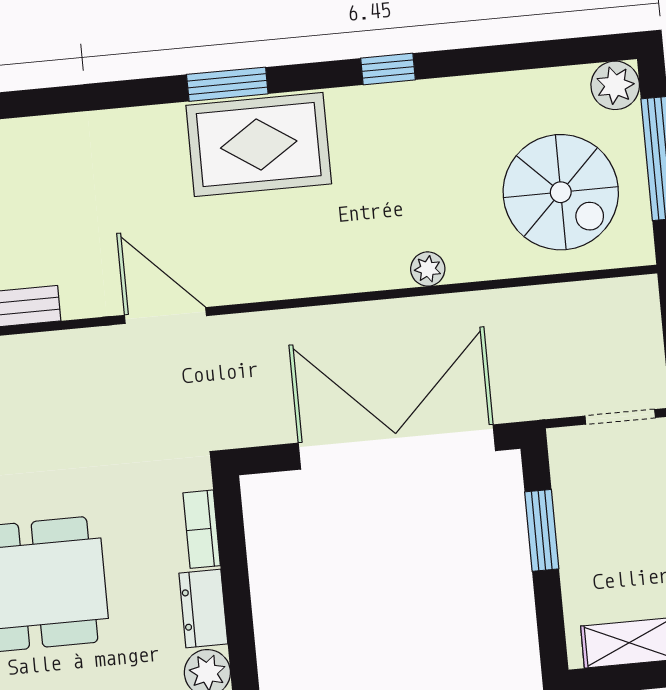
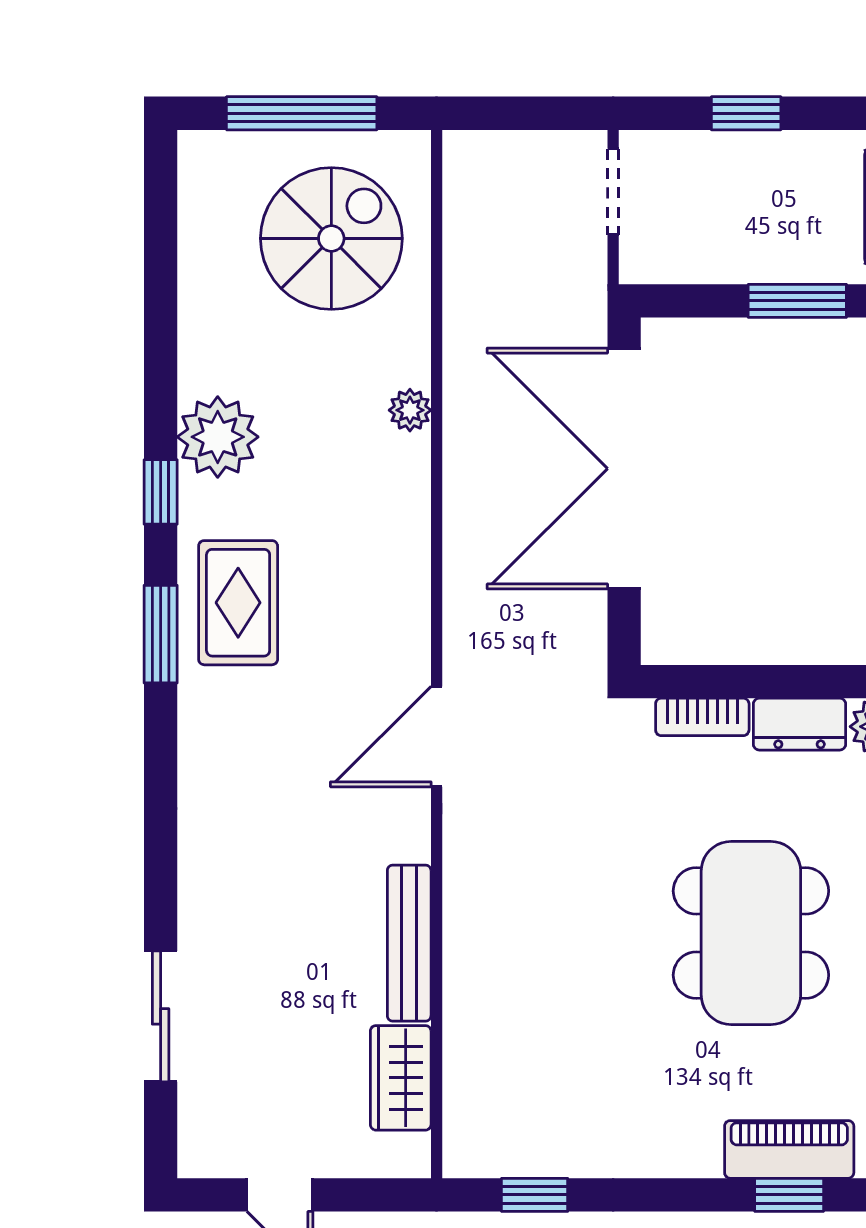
window: (388, 69) -> (161, 492), moved
plant: (615, 85) -> (218, 437), moved, width x1.36, depth x1.36
rug: (259, 145) -> (238, 603), width x0.73, depth x0.70
window: (542, 530) -> (797, 301), moved

